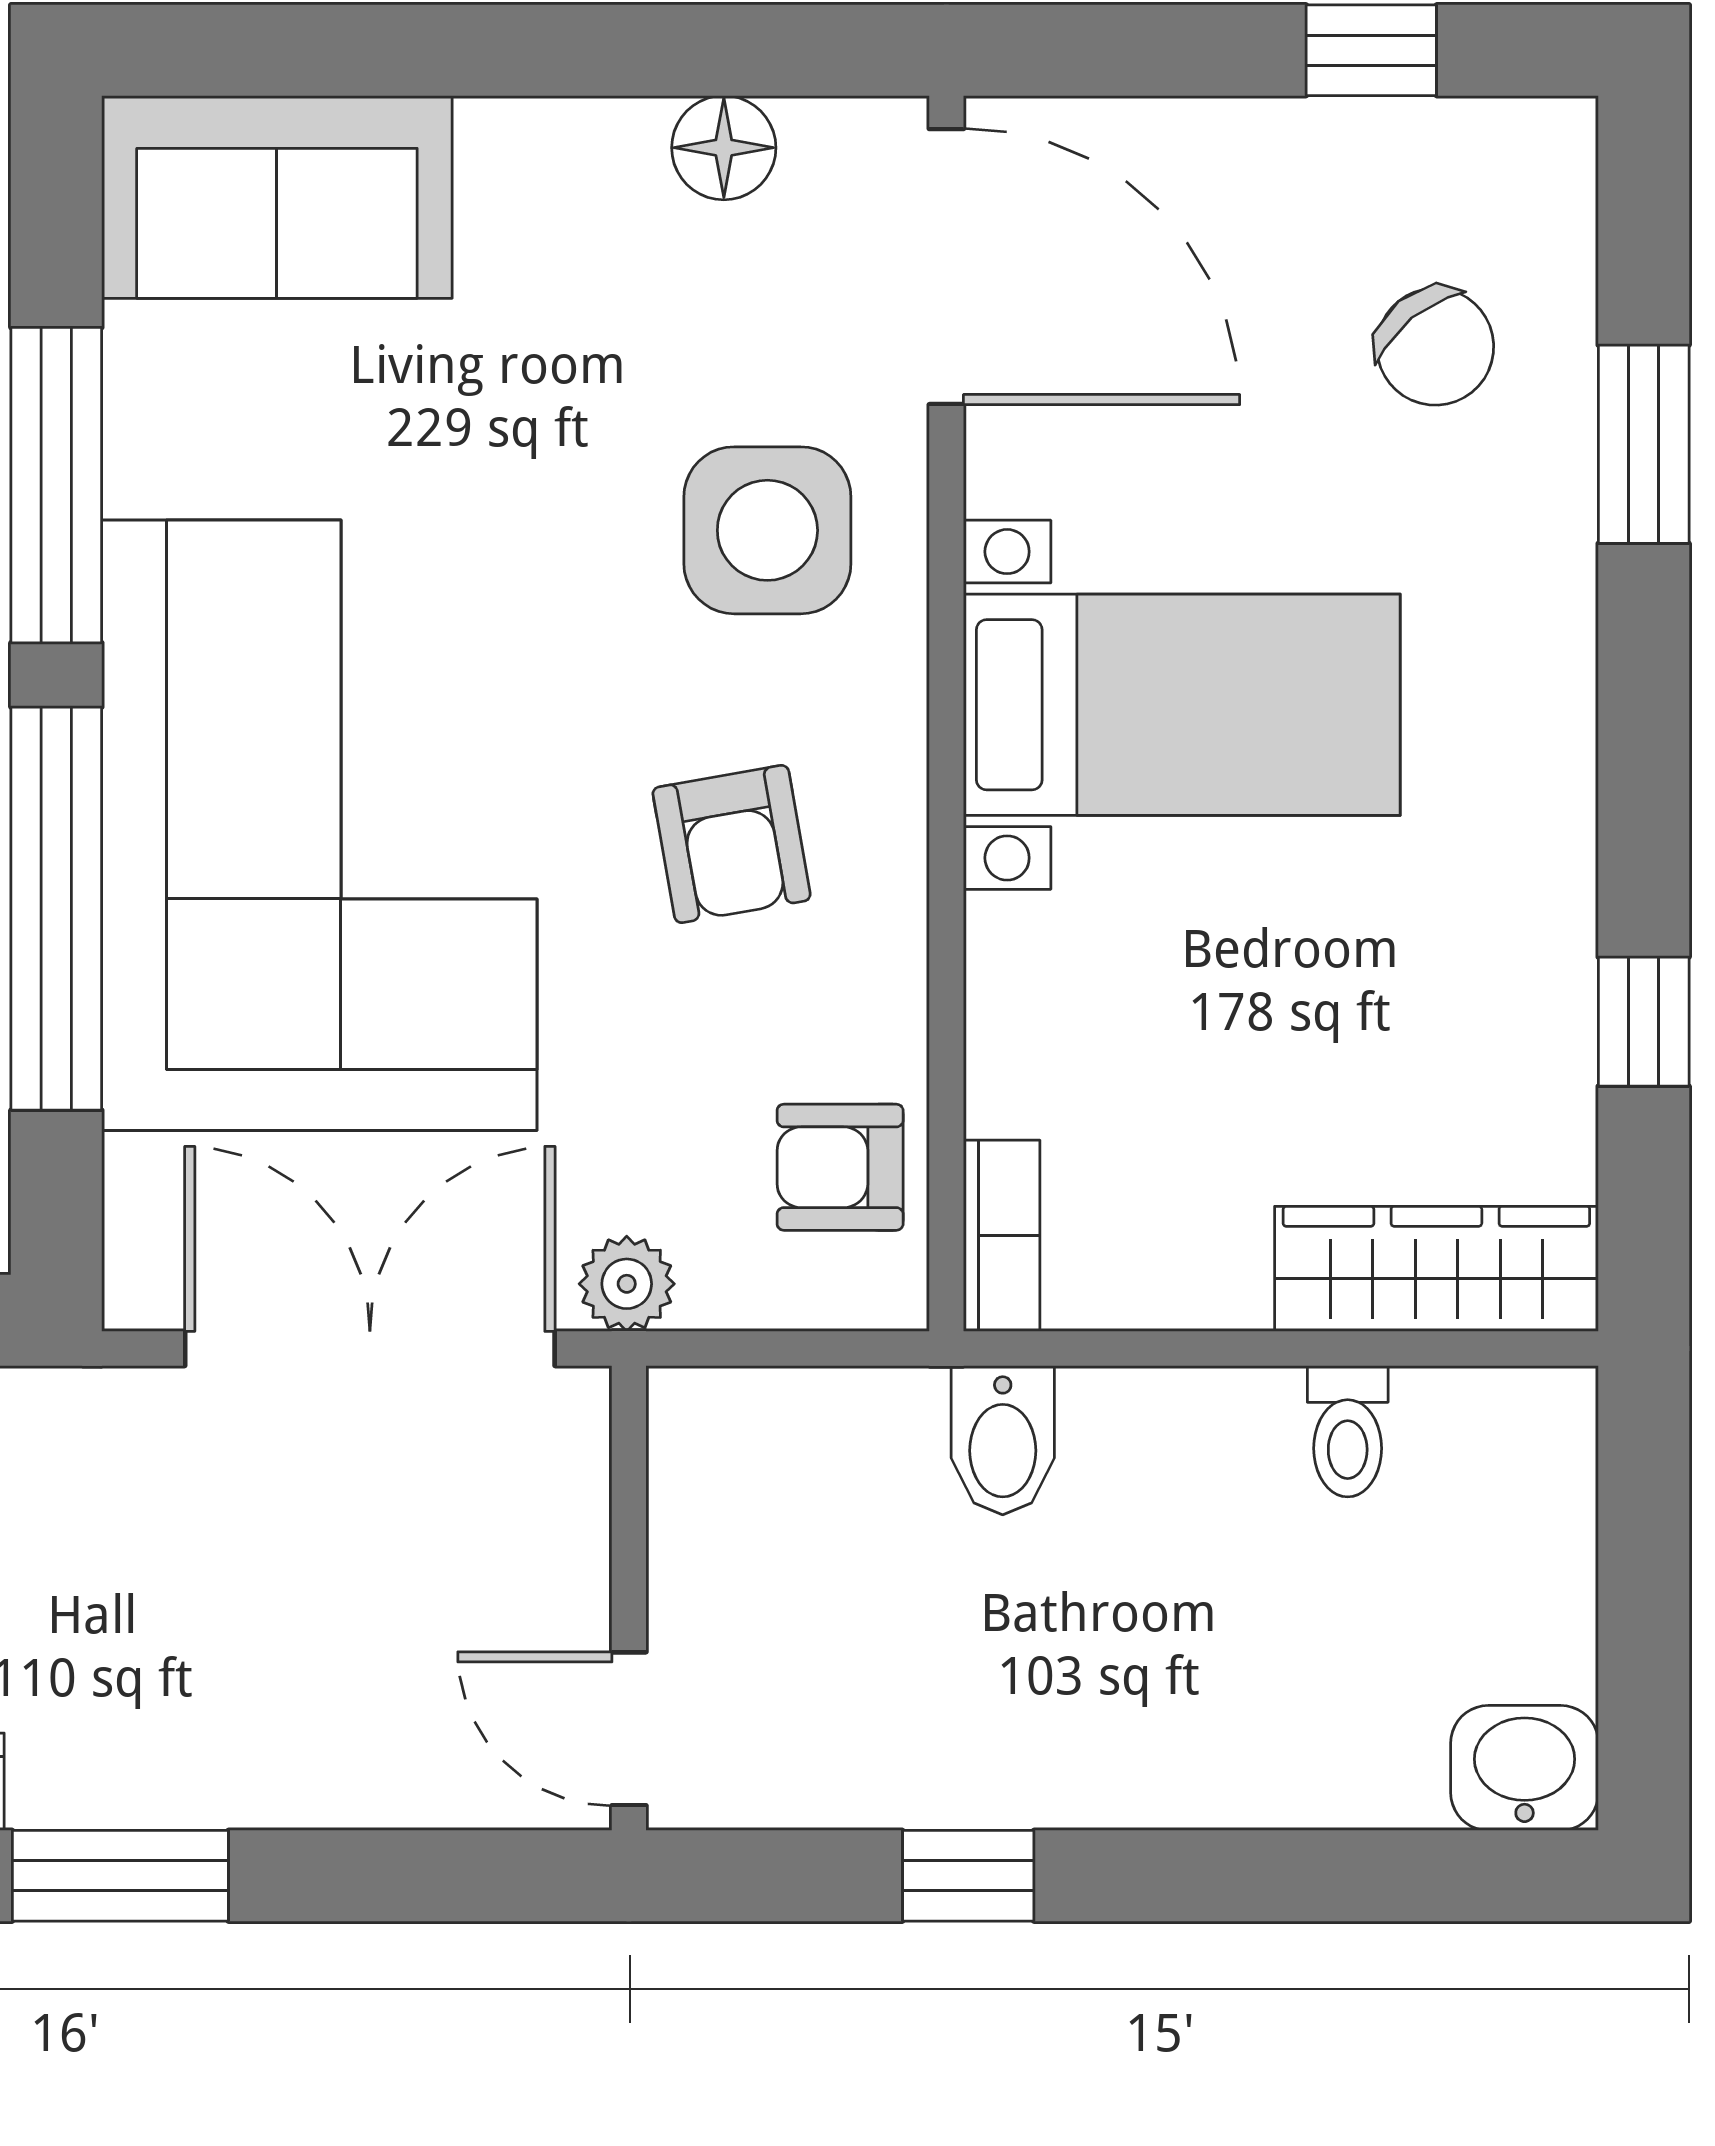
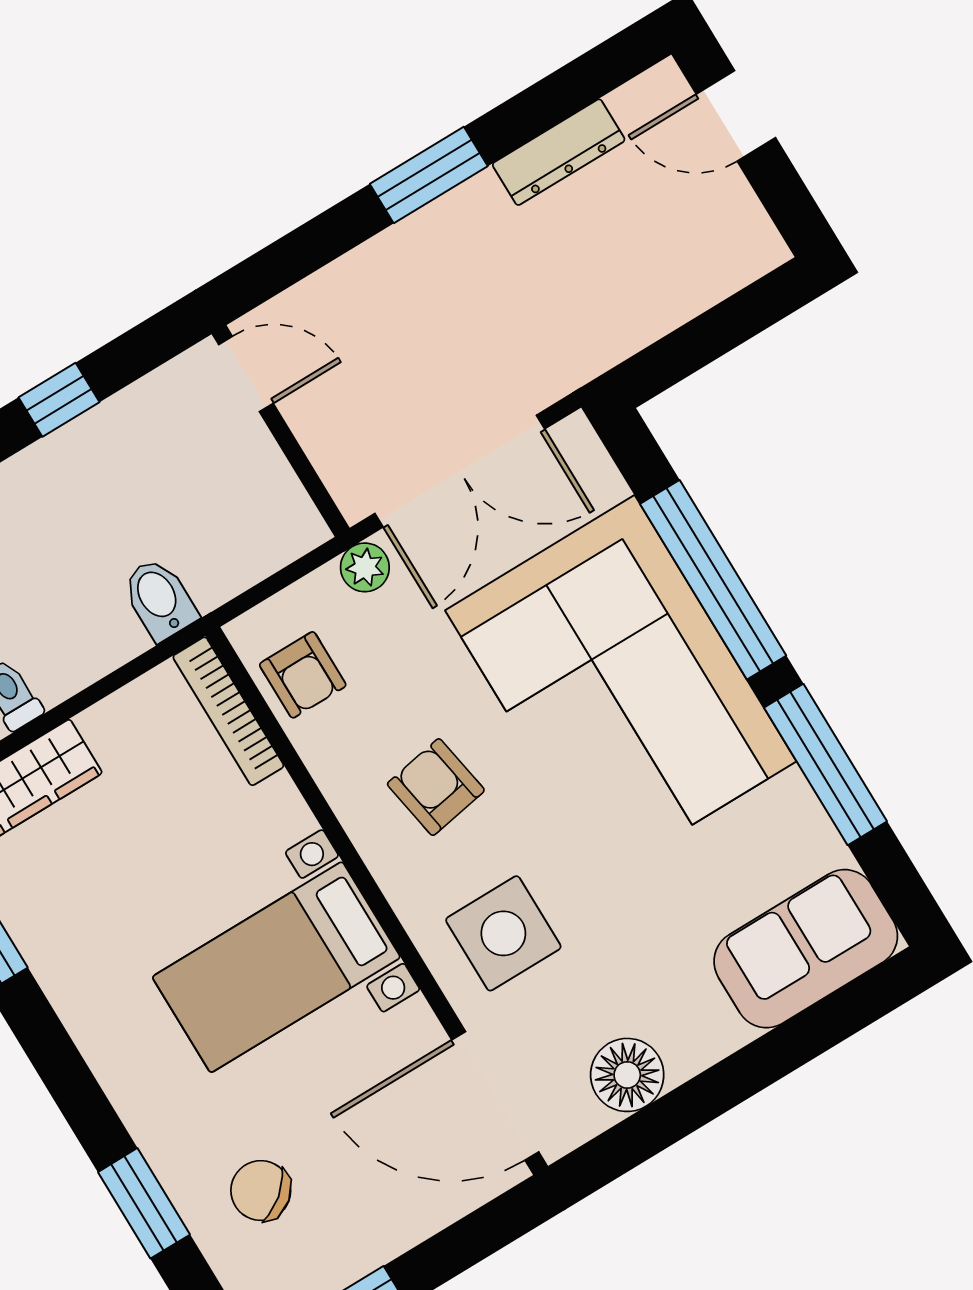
floor lamp: (724, 148) -> (627, 1075), width x1.38, depth x1.38
armchair: (840, 1167) -> (303, 675), turned 90
bookcase: (1002, 1236) -> (228, 711), width x1.56

